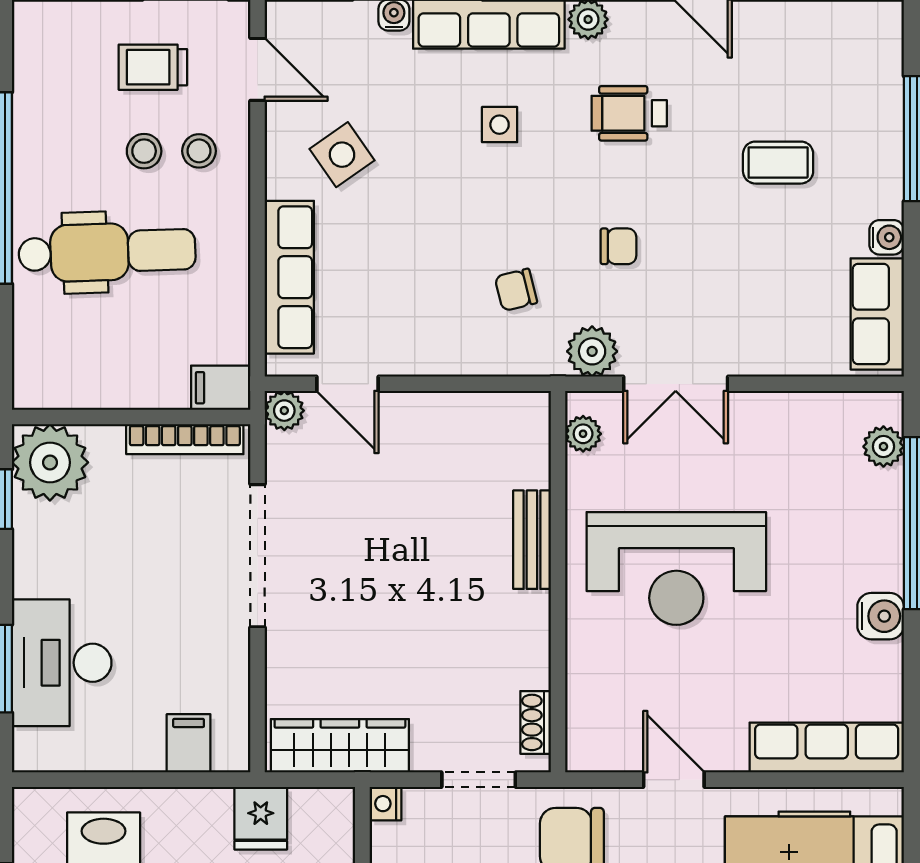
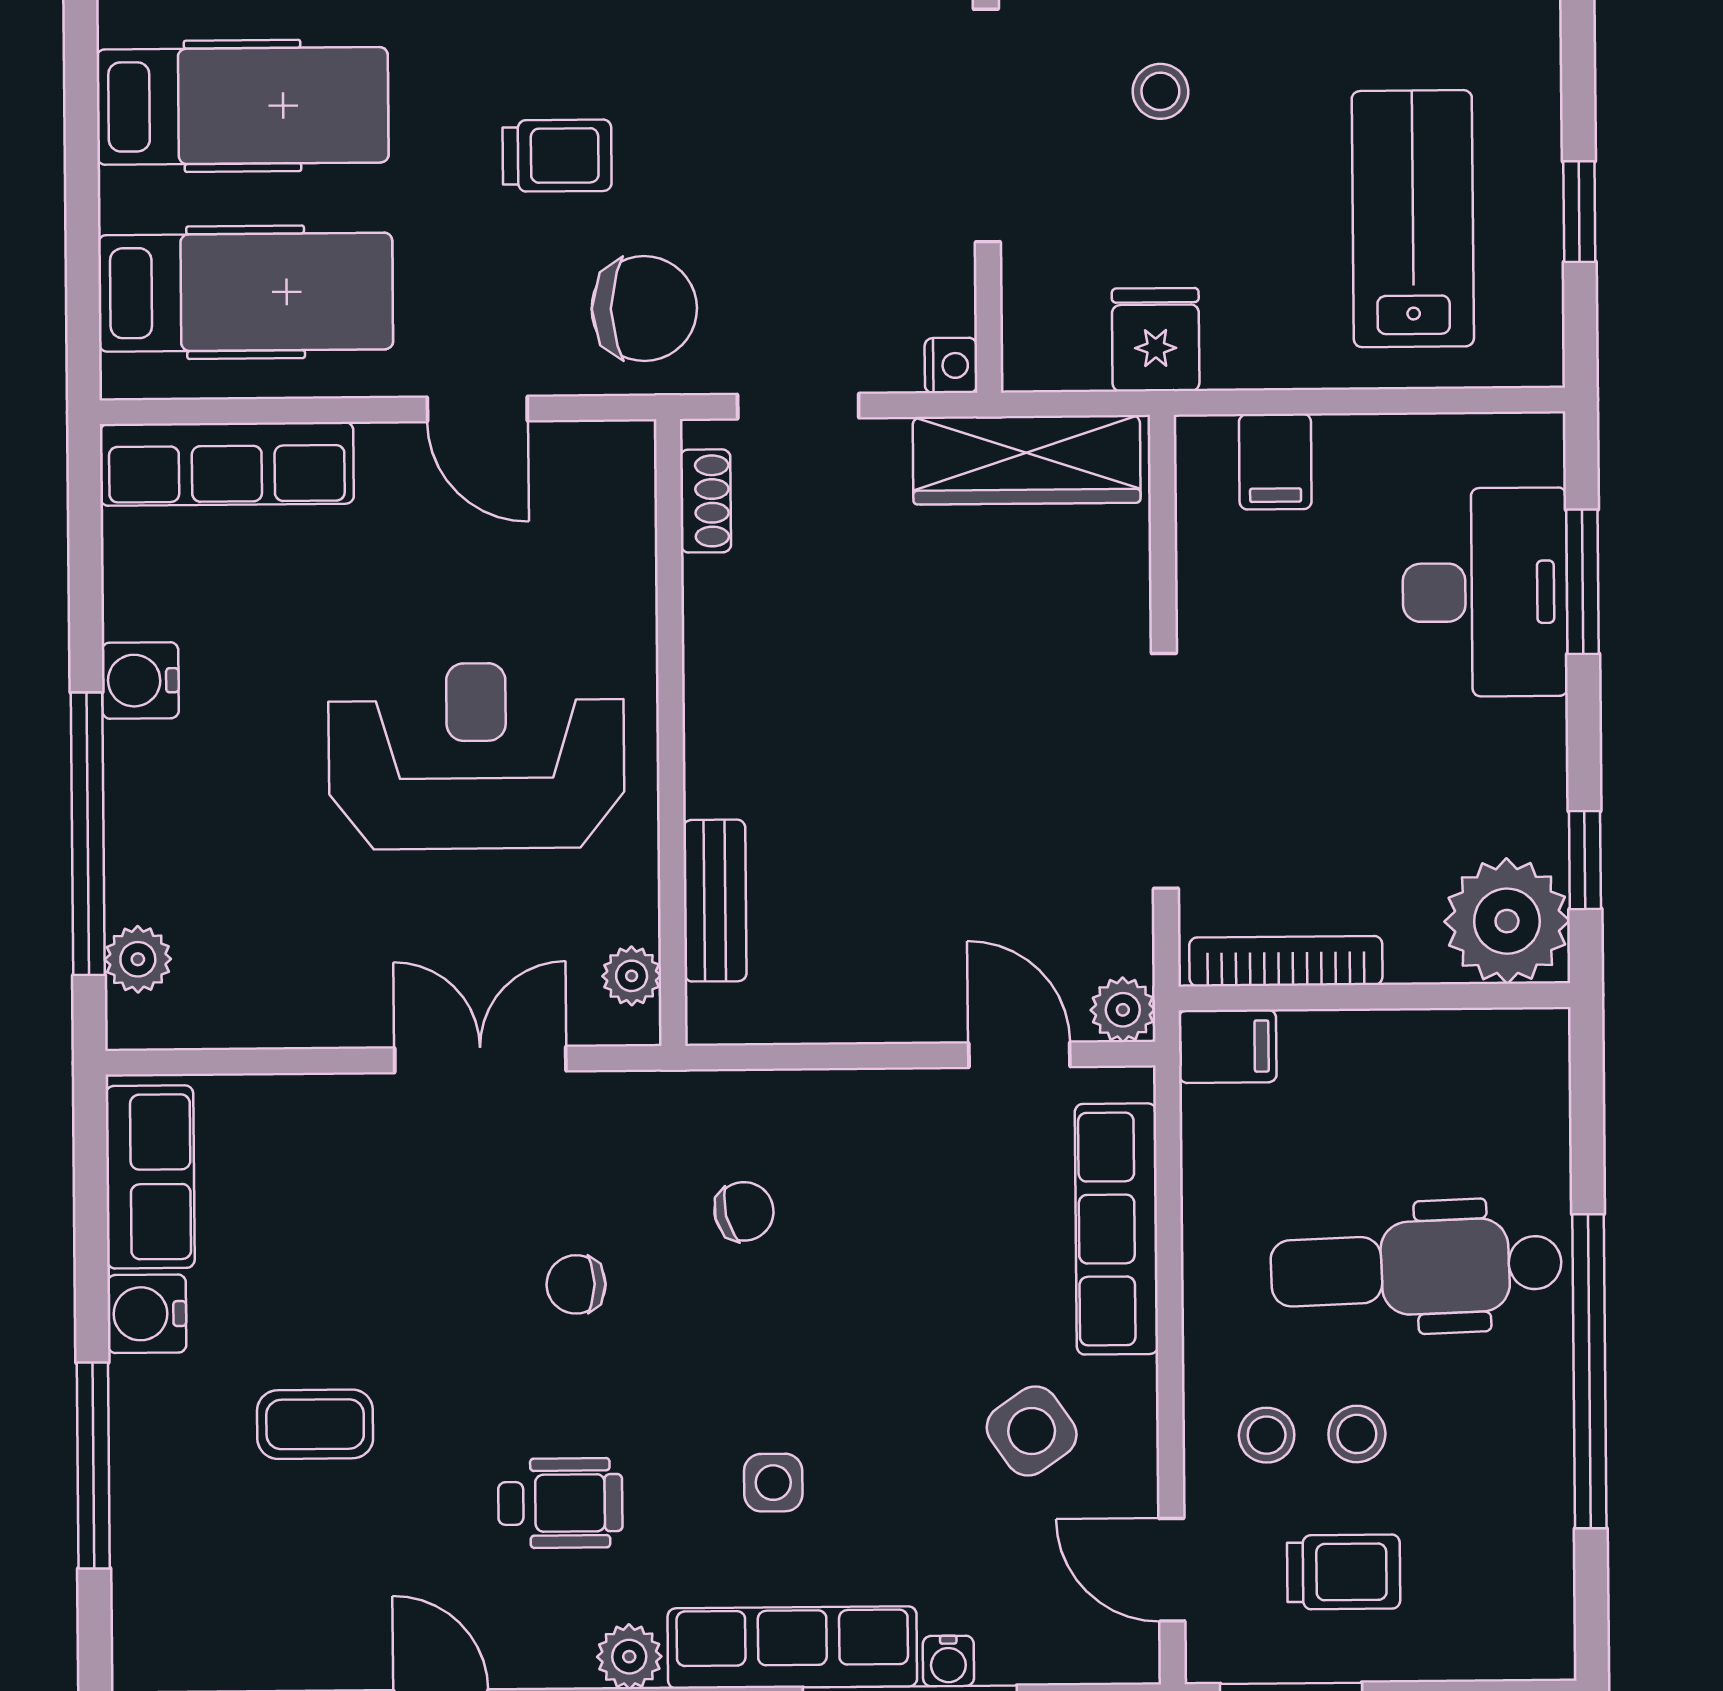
water cooler: (887, 237) -> (147, 1314), width x1.38, depth x1.38
plant: (592, 351) -> (618, 1111), removed
bench: (532, 540) -> (715, 901), moved

